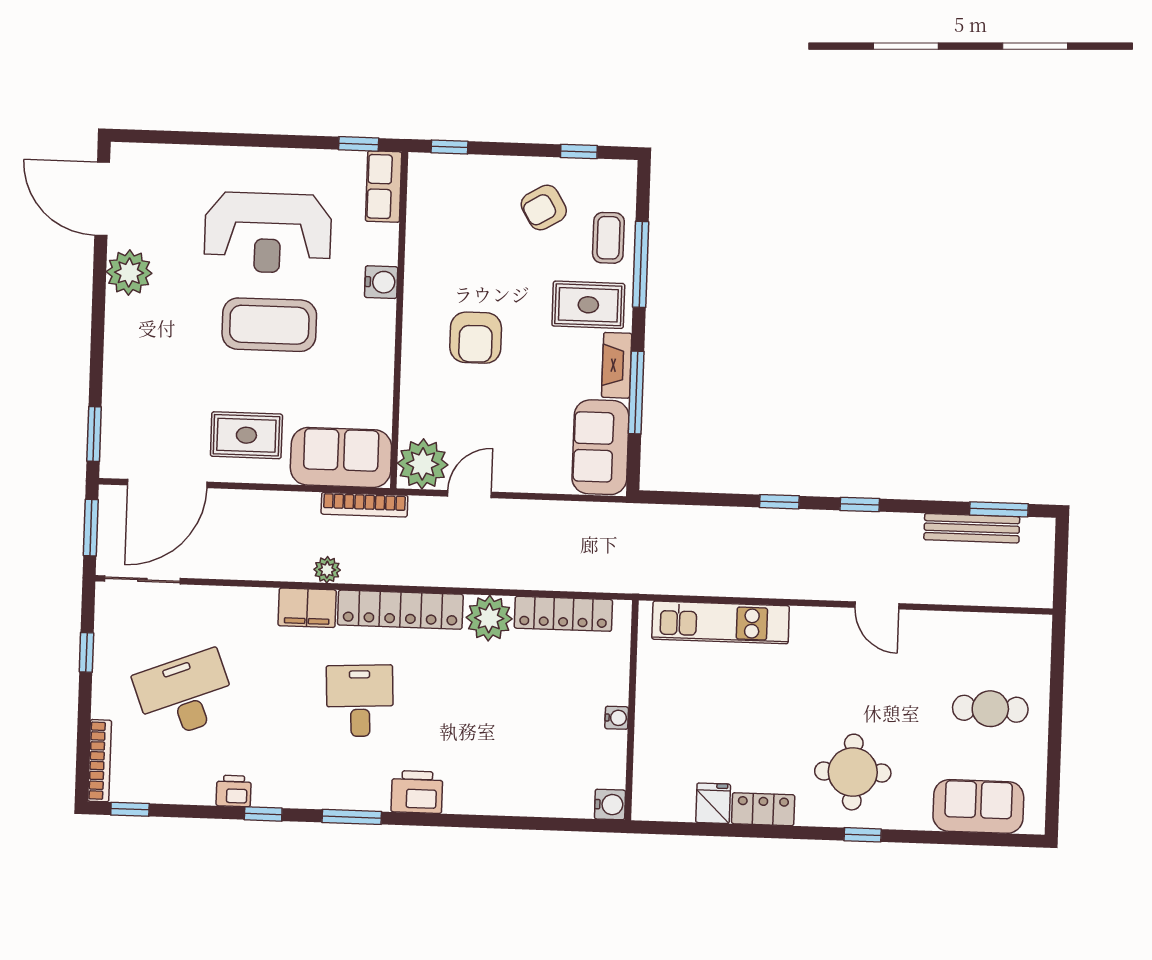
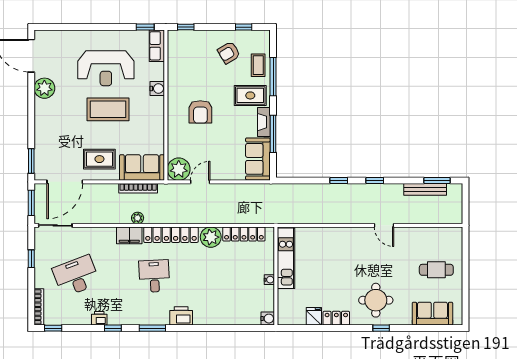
bookcase: (364, 505) -> (138, 188), moved
kitchen unit: (721, 622) -> (286, 258), moved, turned -90

